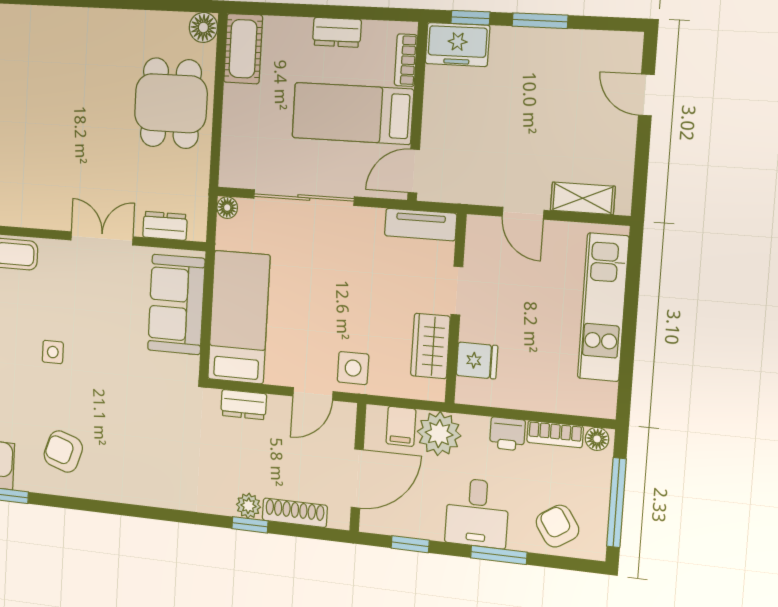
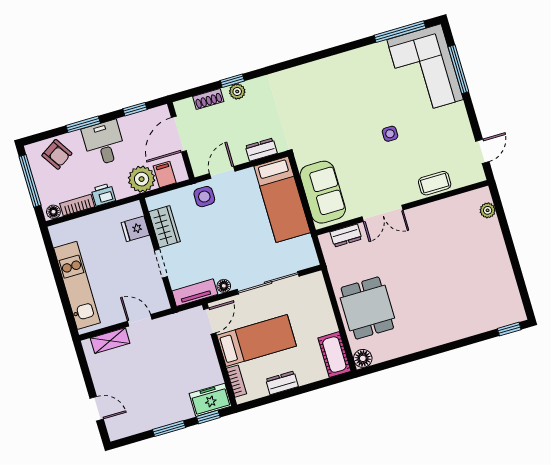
floor lamp: (227, 208) -> (224, 286), moved
armchair: (63, 451) -> (363, 76), removed
shoe rack: (295, 513) -> (208, 99), width x0.70

